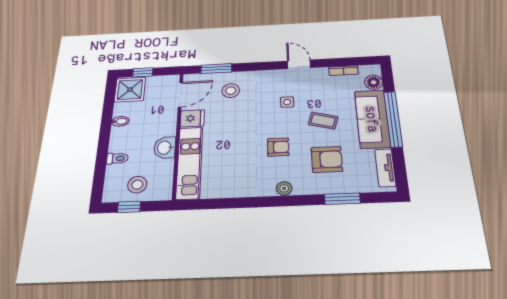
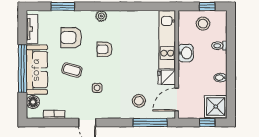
window: (216, 69) -> (150, 123), width x1.44

